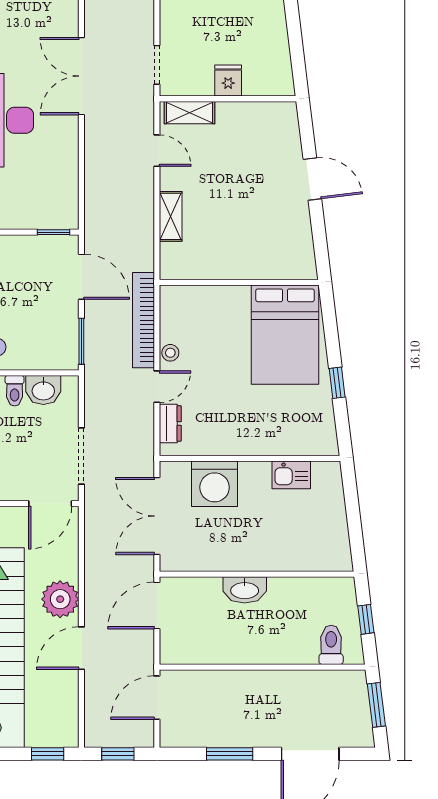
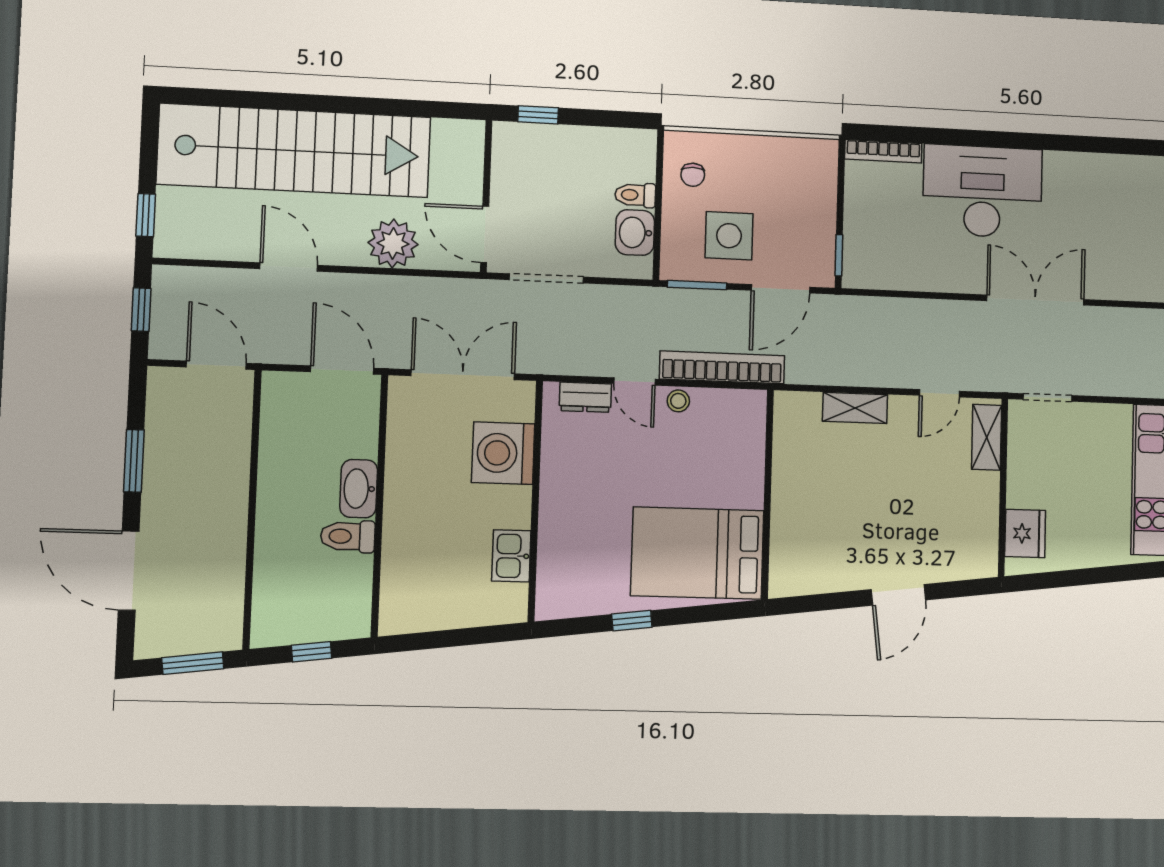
fridge: (228, 81) -> (1025, 533), moved, width x1.38
side table: (42, 318) -> (729, 236), added
plant: (60, 599) -> (393, 244), moved
toilet: (331, 645) -> (348, 536), moved, turned 180

